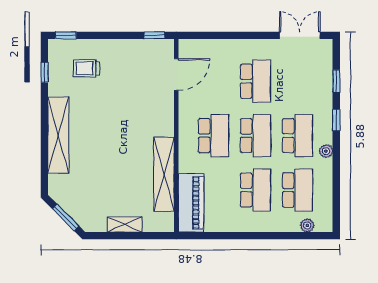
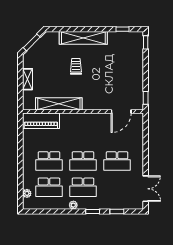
trolley: (86, 68) -> (76, 66), moved
door: (176, 75) -> (121, 111), hinge flipped
school desk: (214, 136) -> (83, 135), removed

